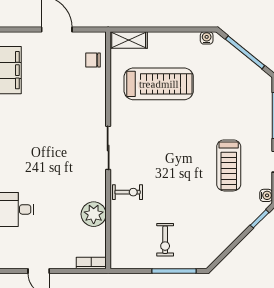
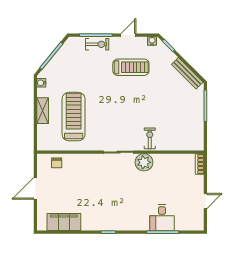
shelving: (129, 40) -> (43, 111), moved
plant: (94, 214) -> (144, 162), moved
exercise bike: (165, 240) -> (97, 44), moved
bench: (220, 245) -> (187, 73), added

